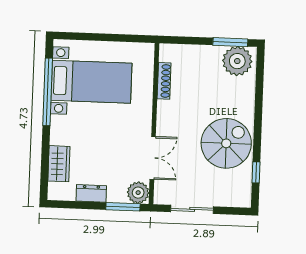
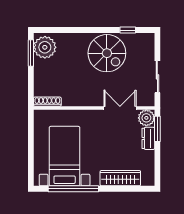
shoe rack: (164, 81) -> (47, 102), moved
spiral stairs: (226, 143) -> (107, 53), turned 180
wardrobe: (59, 164) -> (120, 178), width x1.50
dresser: (91, 193) -> (148, 138), moved

